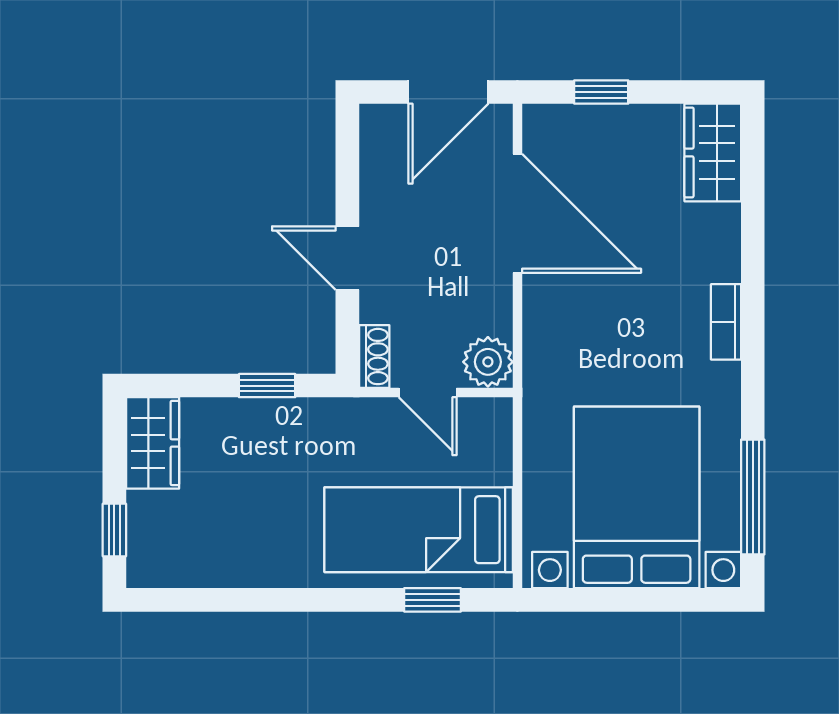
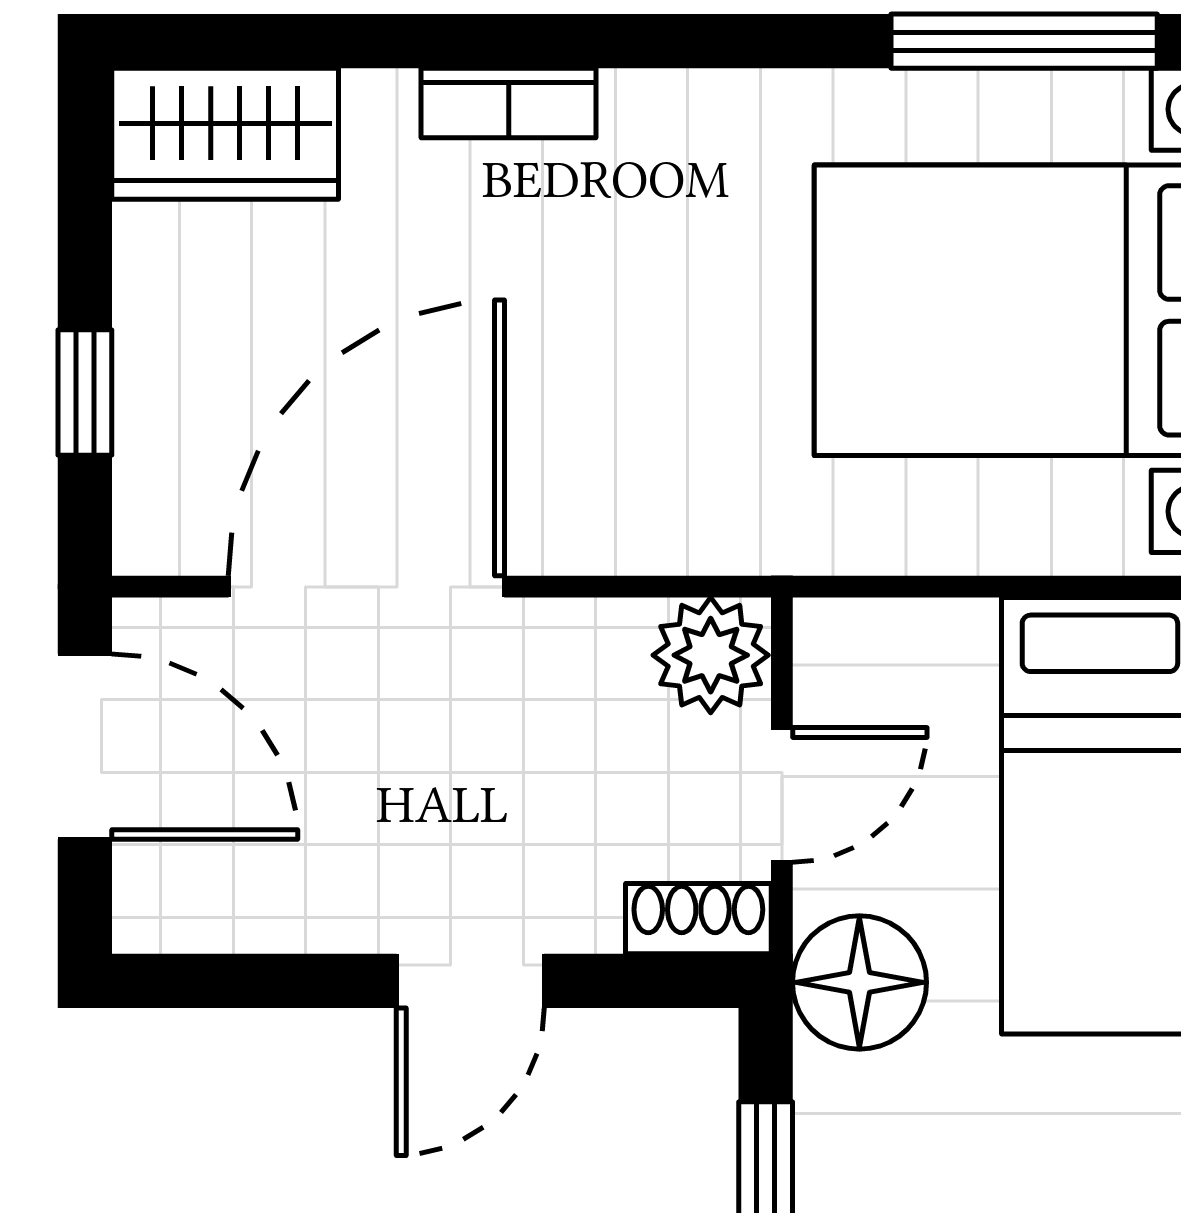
bookcase: (726, 322) -> (509, 103), moved
floor lamp: (347, 426) -> (859, 982), added

